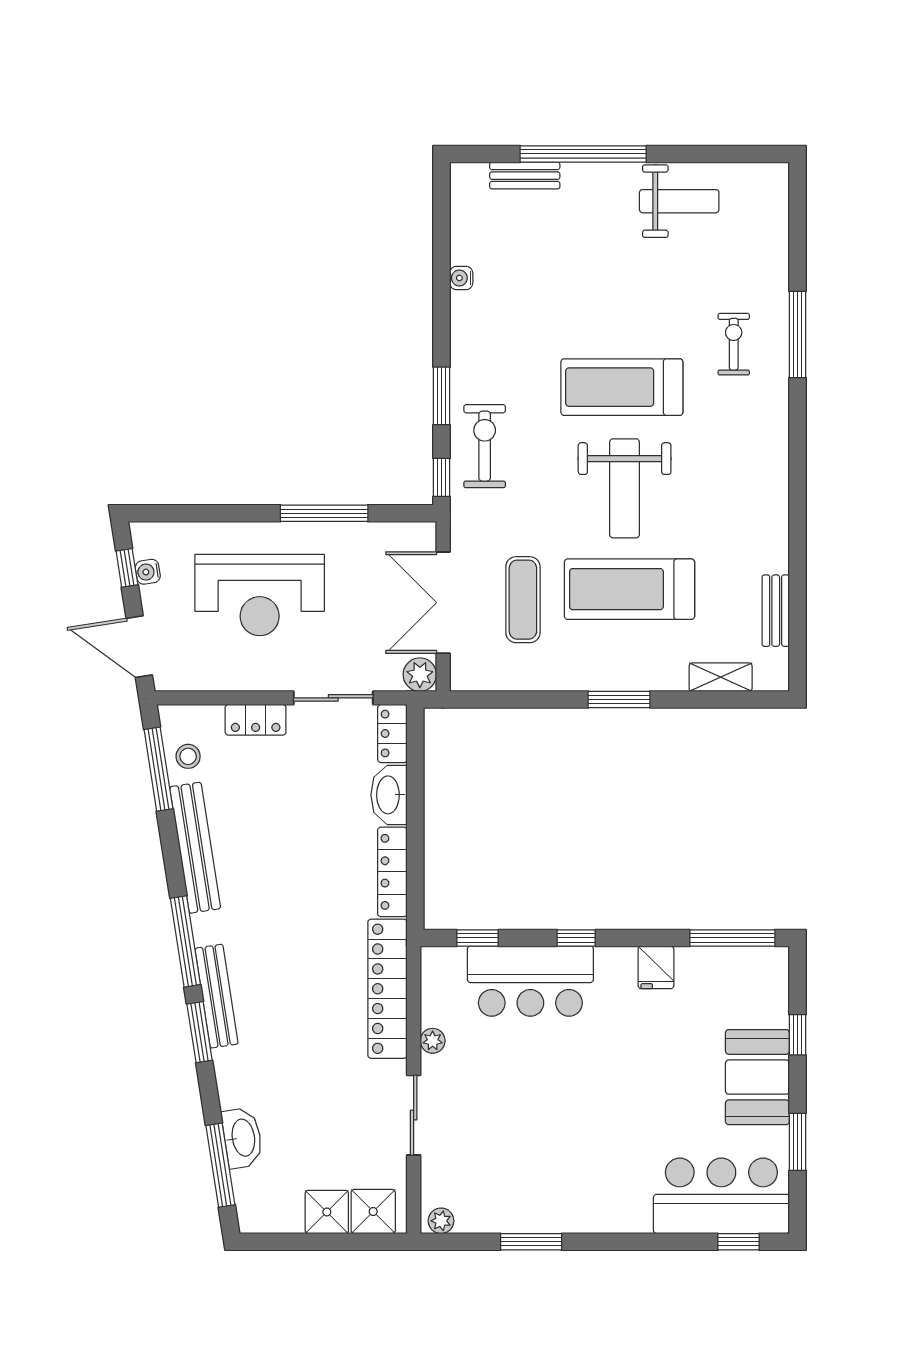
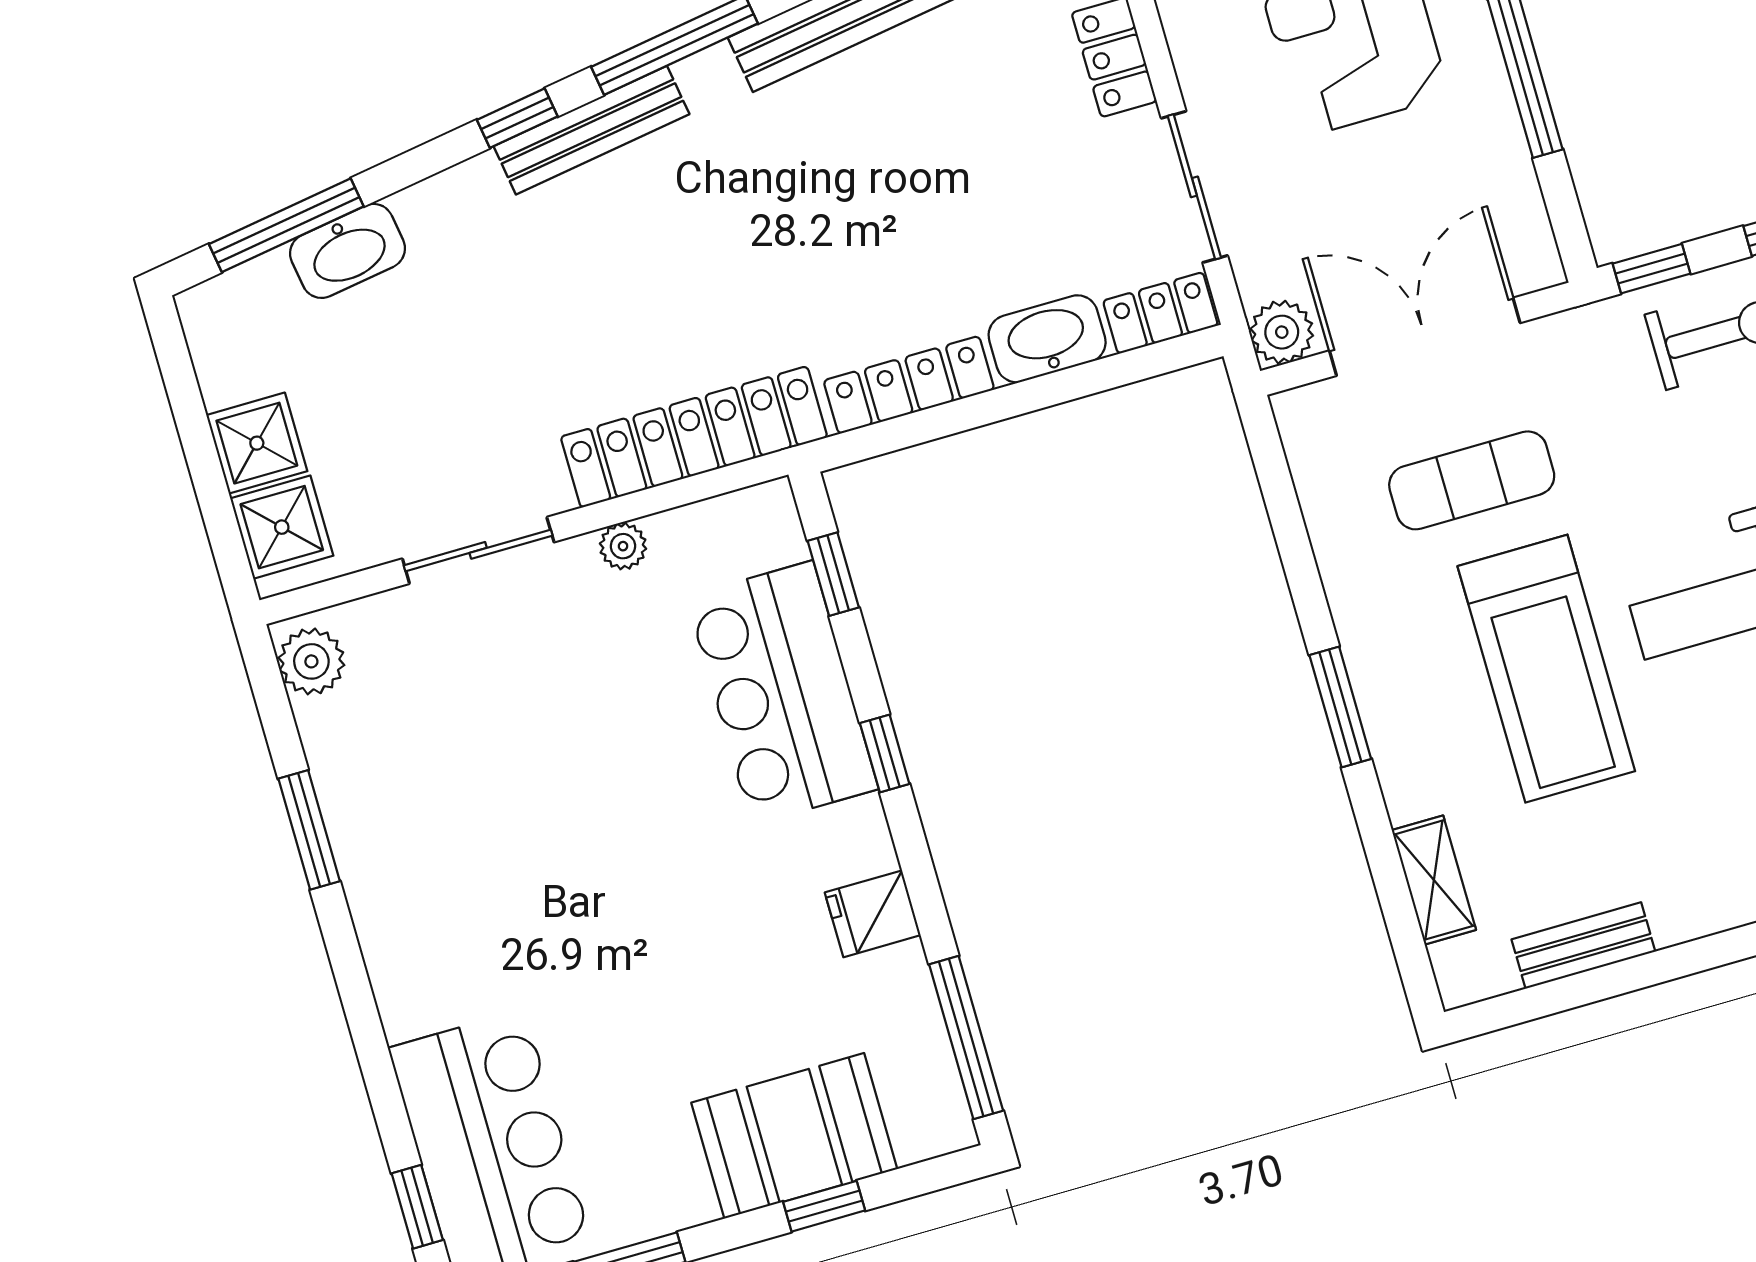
treadmill: (629, 589) -> (1546, 669), turned 180
window: (200, 1032) -> (517, 118), width x0.67
booth: (757, 1077) -> (794, 1136), moved
plant: (441, 1221) -> (311, 661), width x1.38, depth x1.38

